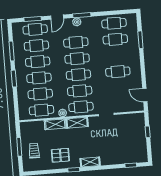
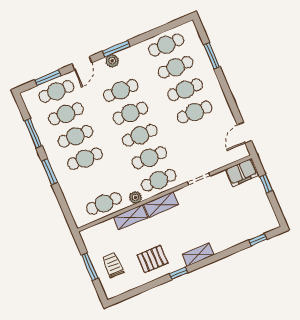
cafe table: (40, 94) -> (185, 90), moved
door: (145, 95) -> (244, 133), hinge flipped
filing cabinet: (135, 120) -> (242, 173), added

